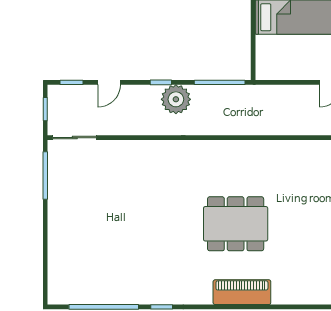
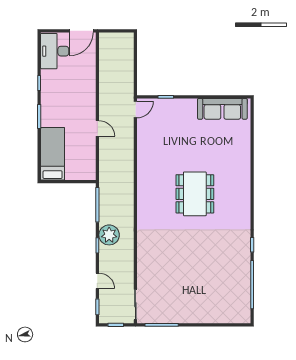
piano: (242, 292) -> (242, 189), removed

